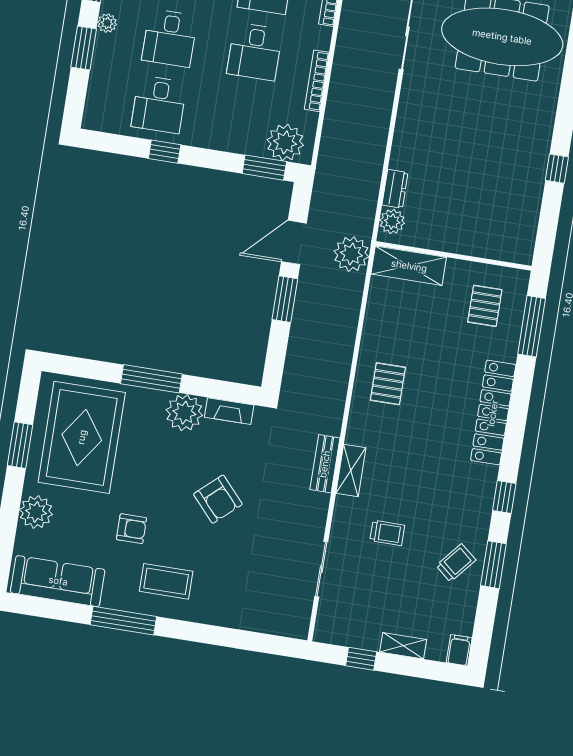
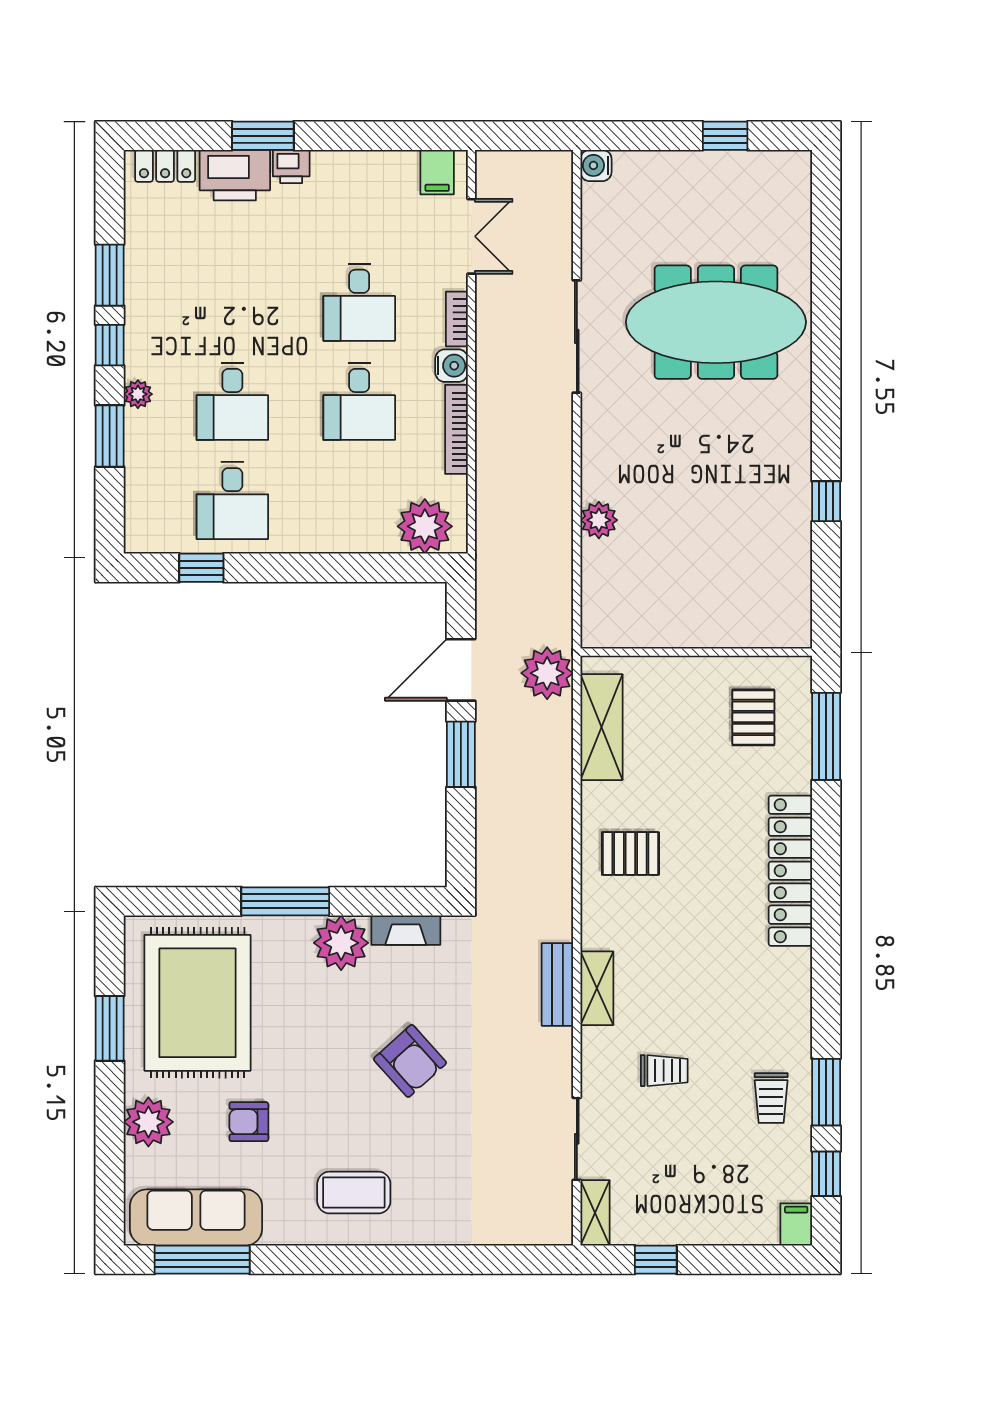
water cooler: (320, 38) -> (452, 366), added
window: (165, 152) -> (201, 568), moved
window: (264, 168) -> (400, 568), removed
dresser: (395, 189) -> (595, 568), removed
plant: (392, 222) -> (599, 520), moved
shelving: (409, 266) -> (601, 727), moved, turned 90
pallet: (388, 384) -> (630, 853), turned 90
window: (504, 497) -> (826, 1174), moved
armchair: (132, 529) -> (249, 1122), moved, turned 180
trolley: (456, 563) -> (771, 1098), turned 140
window: (123, 621) -> (202, 1260), moved
shelving: (403, 646) -> (595, 1213), moved, turned 90

